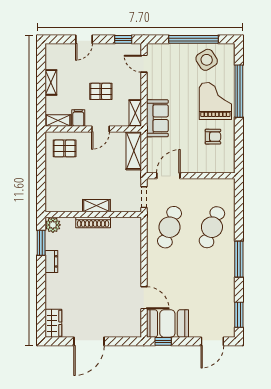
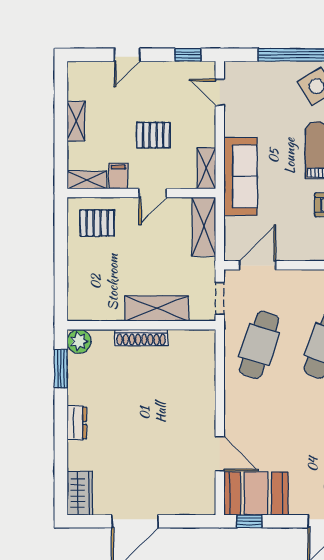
sofa: (157, 118) -> (240, 177), width x1.36
shelving: (96, 206) -> (157, 308), width x1.50, depth x1.33
dresser: (51, 261) -> (77, 423), moved

